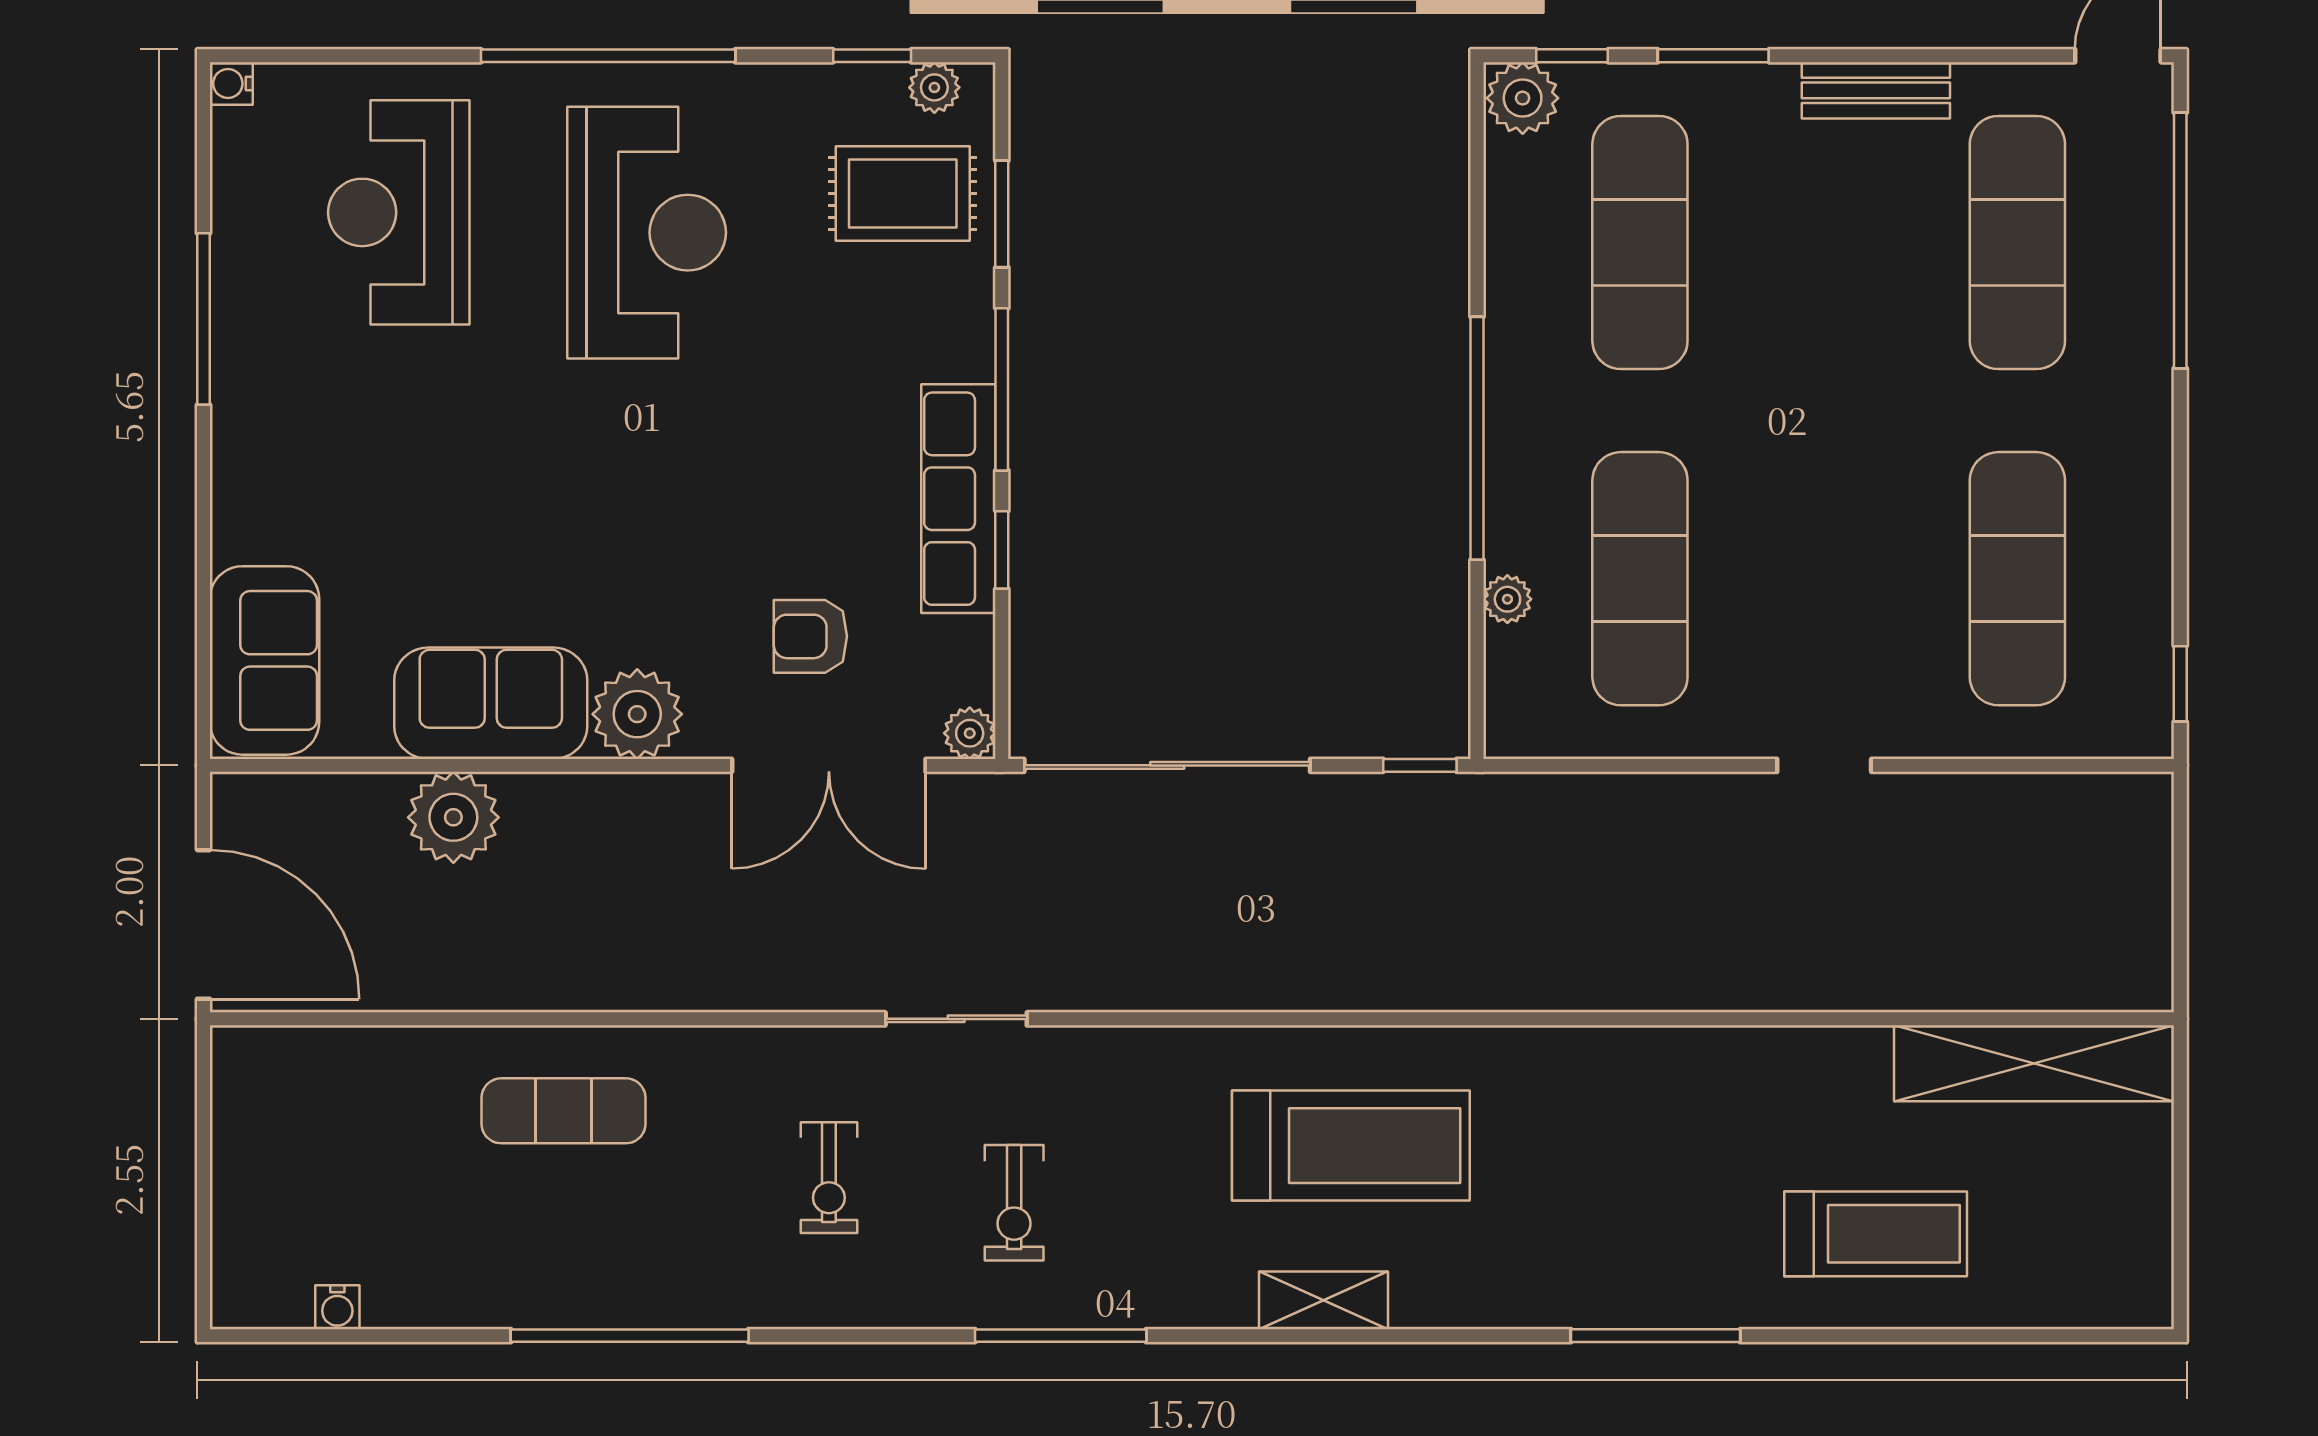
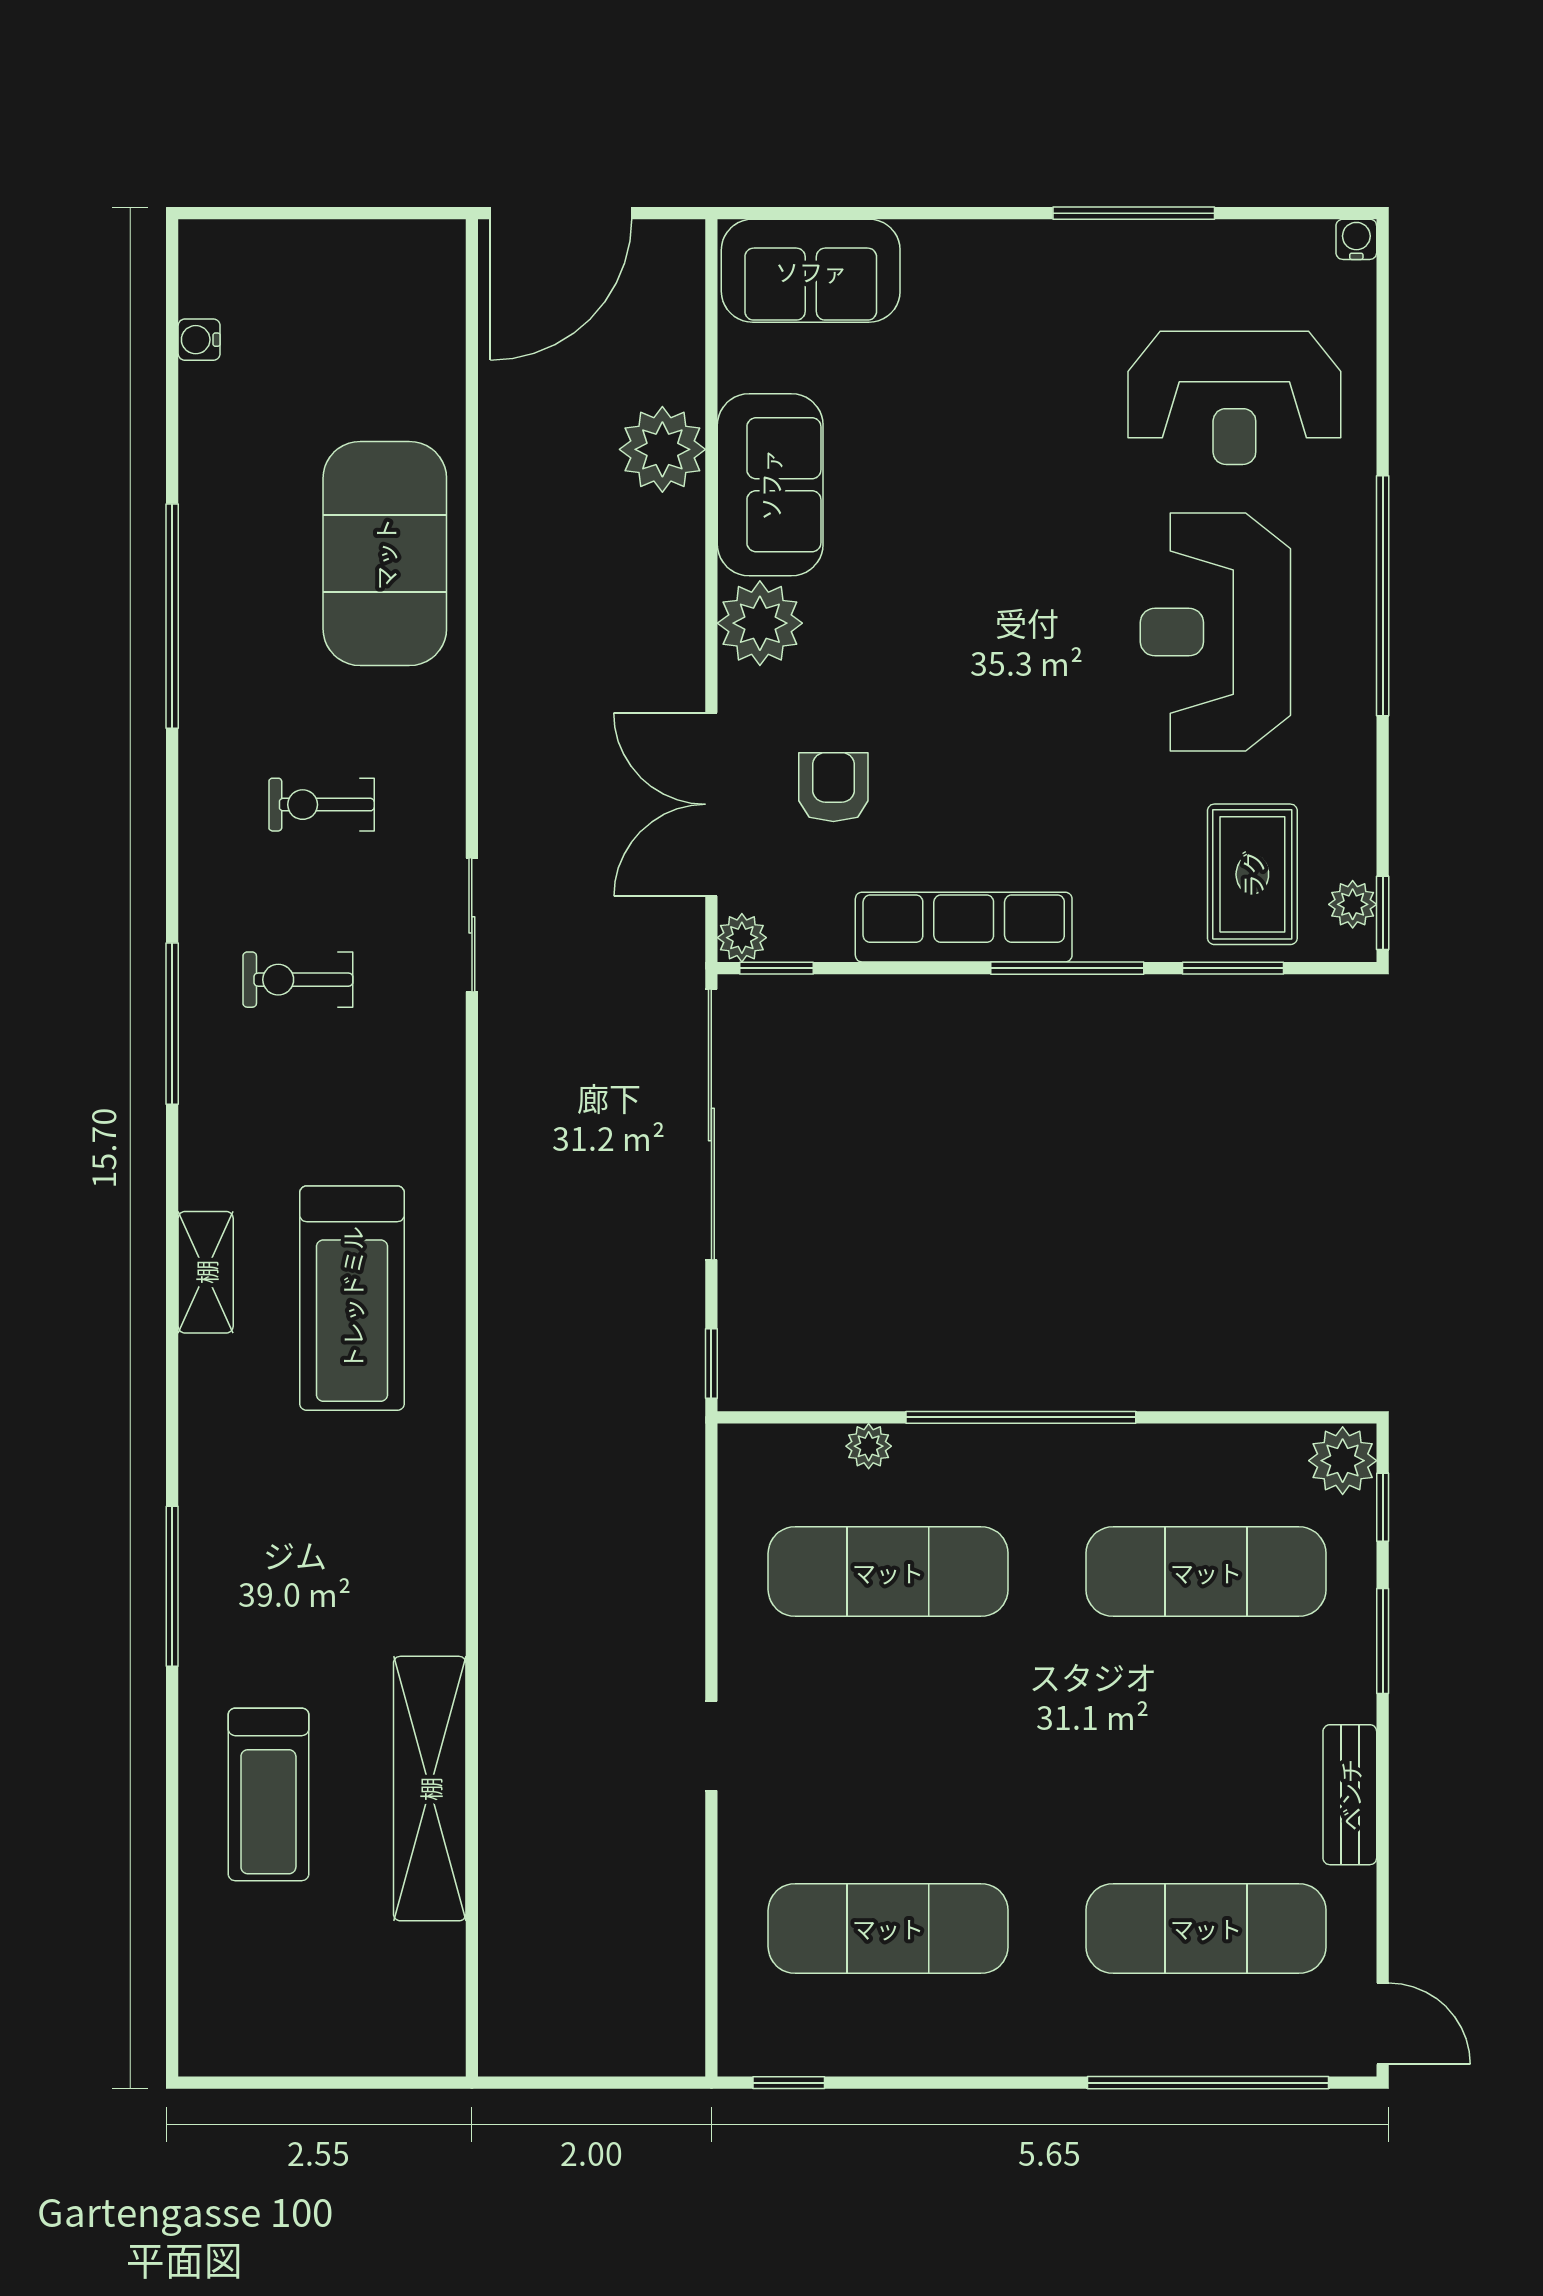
window: (872, 56) -> (1383, 913), moved
reception desk: (399, 212) -> (1234, 398), turned 180
reception desk: (647, 233) -> (1215, 632), turned 90
window: (1002, 550) -> (777, 968), moved
shelving: (2034, 1063) -> (430, 1789), moved
exercise mat: (564, 1111) -> (385, 554), width x2.00, depth x1.45

